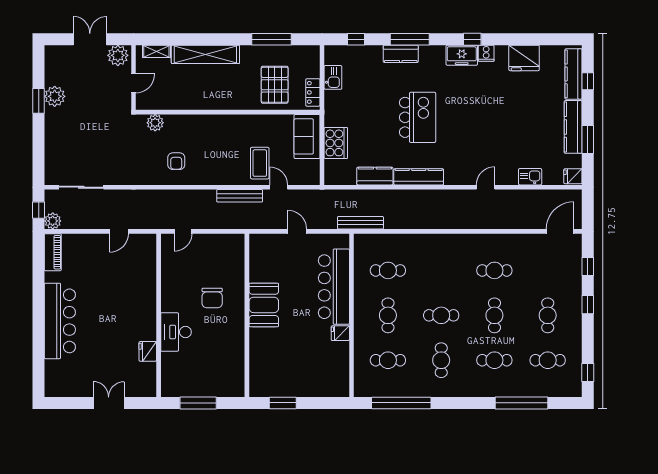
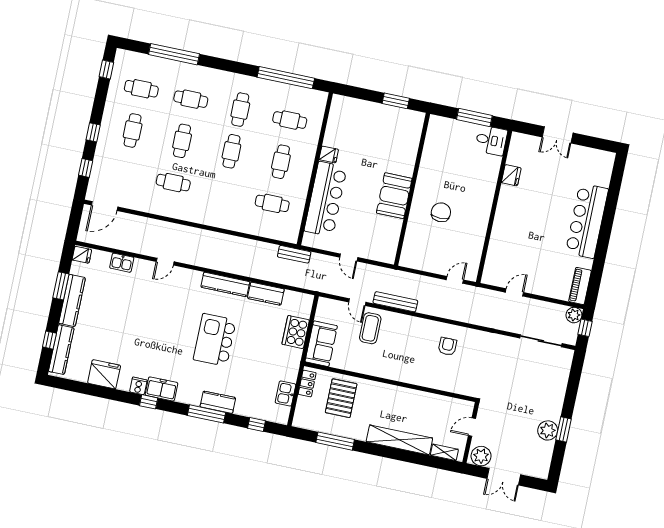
plant: (155, 123) -> (460, 386), removed
bench: (360, 223) -> (294, 254), width x0.73
cafe table: (441, 315) -> (231, 151), turned 90
desk: (176, 332) -> (491, 140), moved, width x0.73

